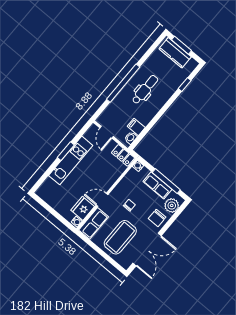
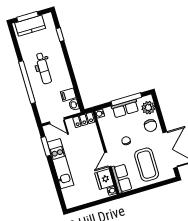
dental chair: (145, 90) -> (43, 68), turned 180
window: (66, 151) -> (46, 146), moved

